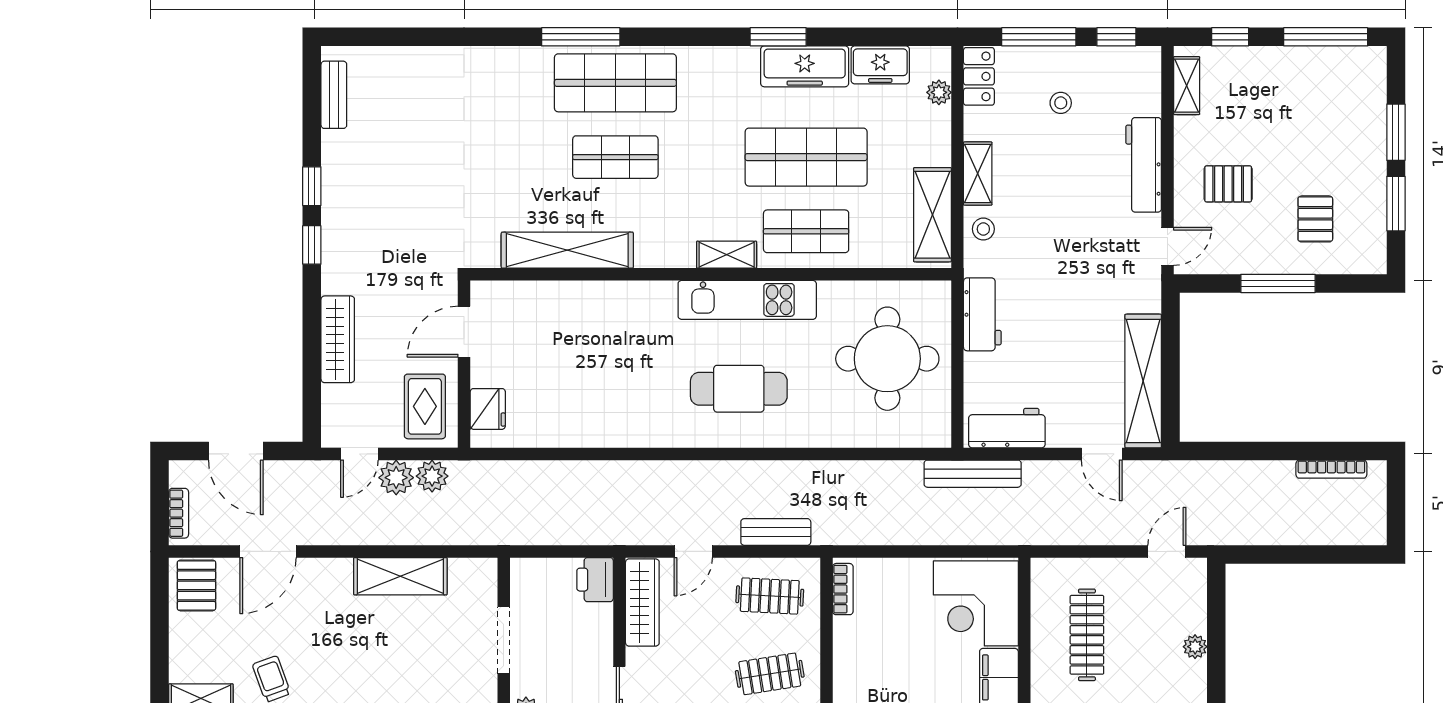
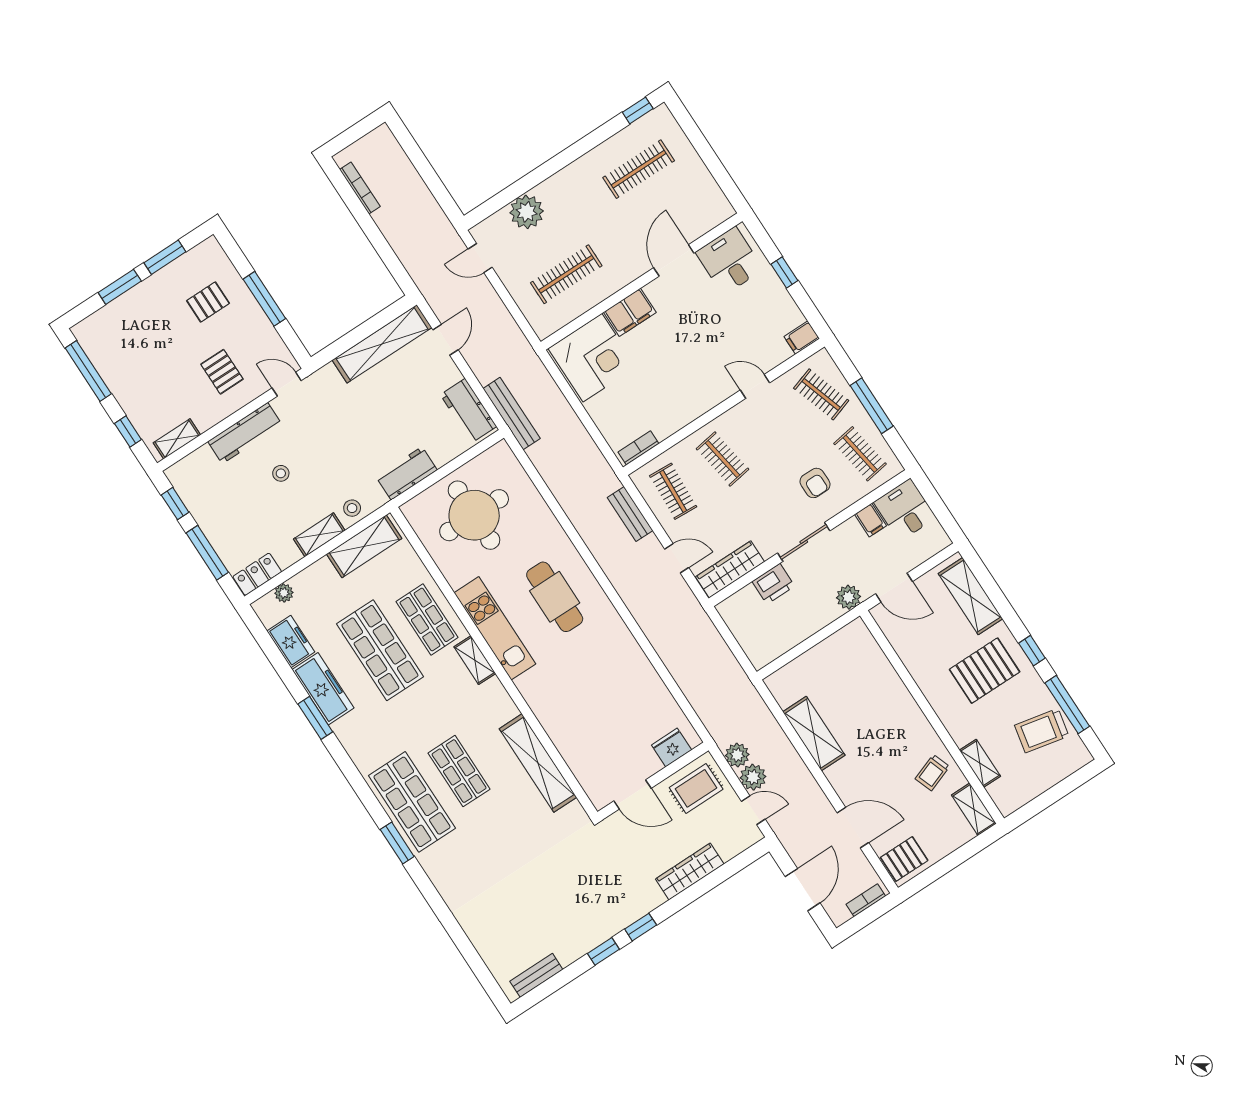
window: (581, 37) -> (397, 843), width x0.69
stool: (1061, 103) -> (281, 473), moved
printer: (595, 580) -> (773, 584), moved
doorway: (504, 640) -> (812, 641), removed
plant: (1195, 647) -> (527, 212), width x1.87, depth x1.87

